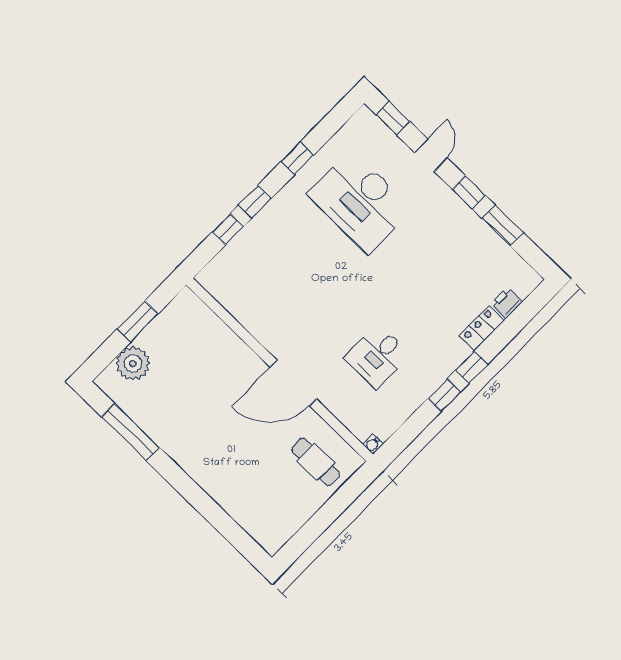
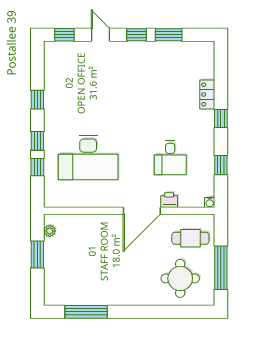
desk: (360, 201) -> (88, 158), moved
printer: (506, 303) -> (169, 200), moved, turned 90
plant: (133, 364) -> (50, 231), moved, width x0.53, depth x0.53
window: (444, 395) -> (221, 165), moved
round table: (264, 494) -> (180, 278), added
window: (318, 524) -> (221, 268), added

